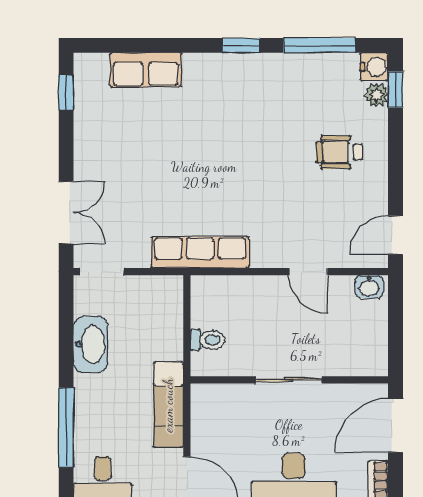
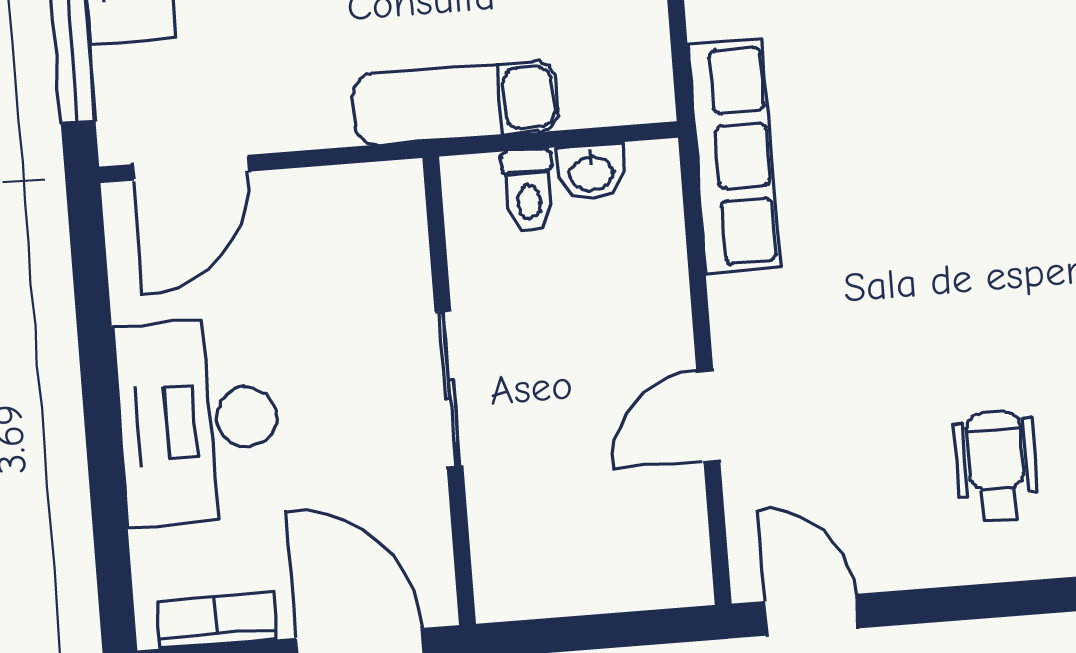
washbasin: (369, 287) -> (591, 172), moved, turned -90
exam couch: (168, 405) -> (456, 103), moved

